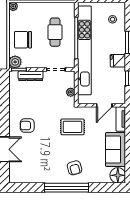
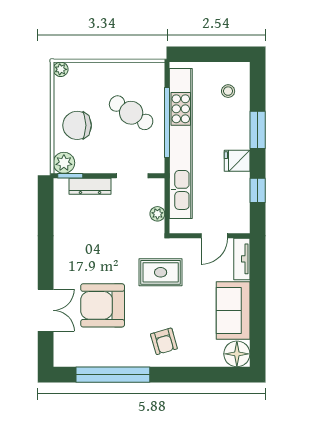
cafe table: (55, 32) -> (131, 113), turned -57
armchair: (27, 126) -> (103, 305), moved, width x1.88, depth x1.88
window: (66, 188) -> (113, 375), moved

